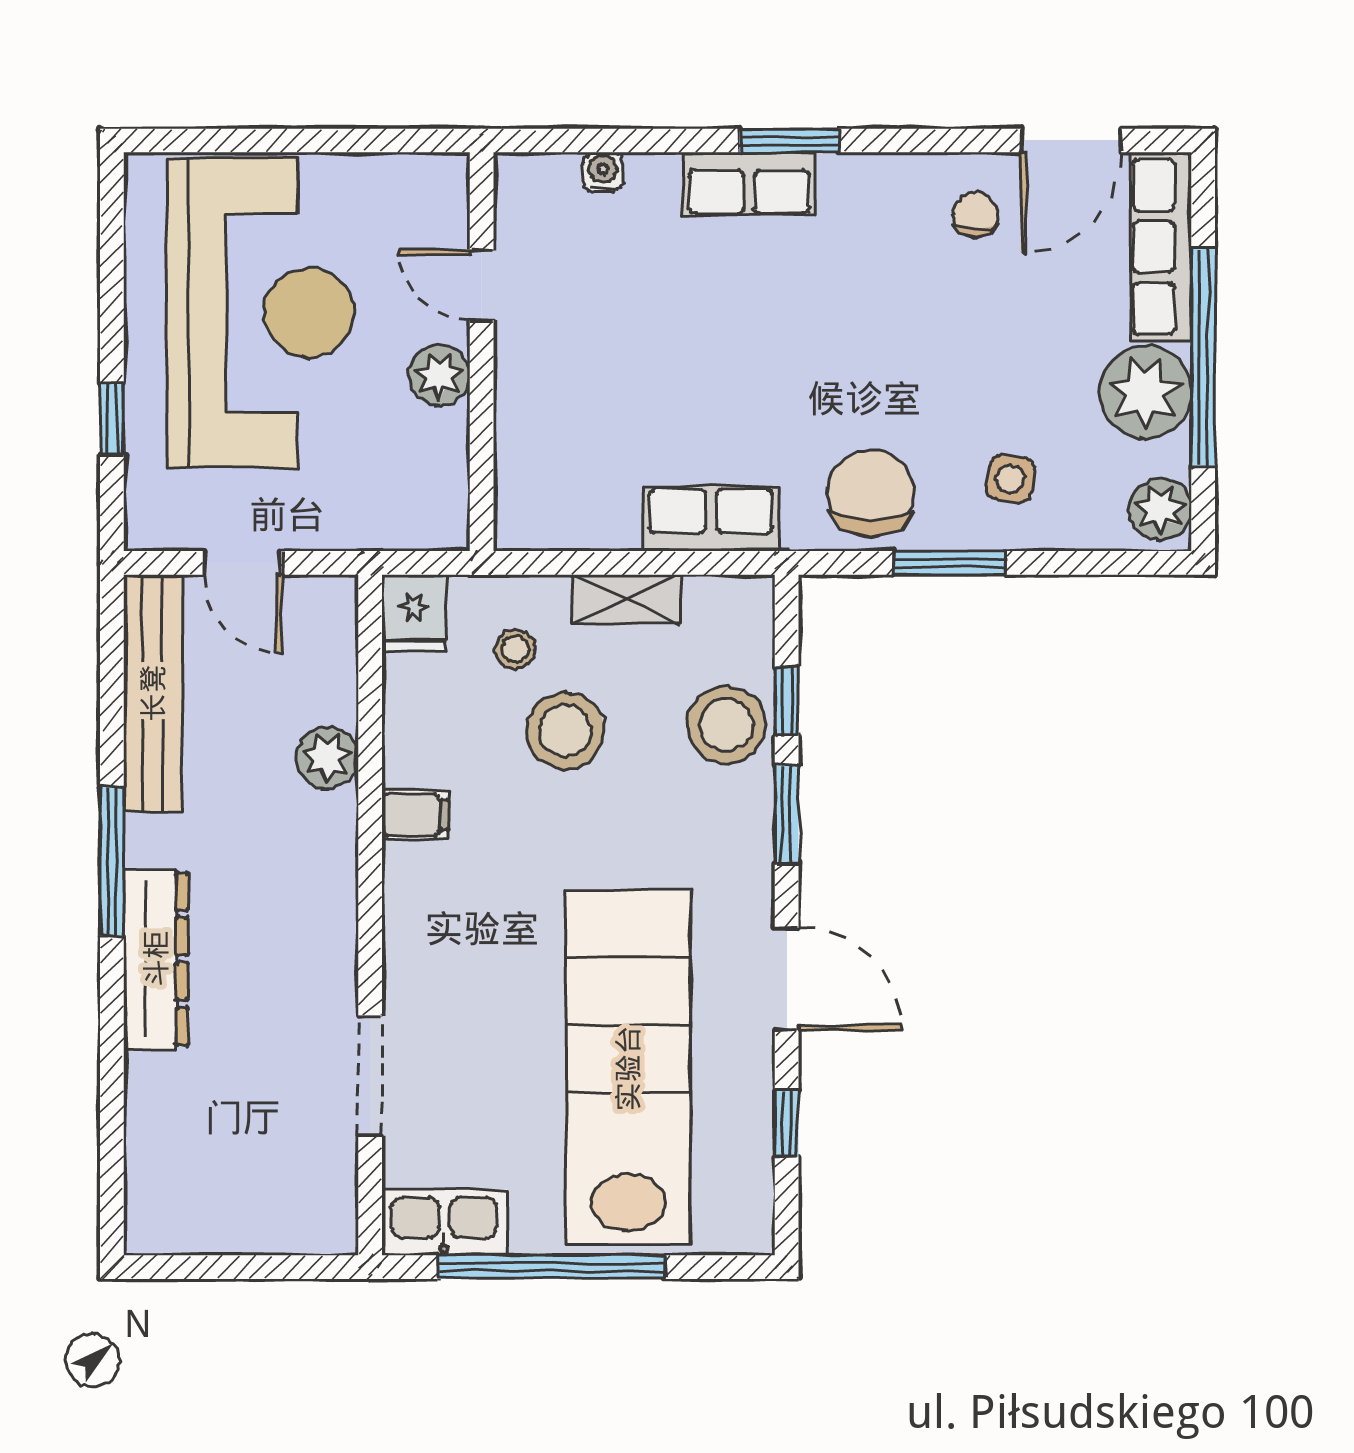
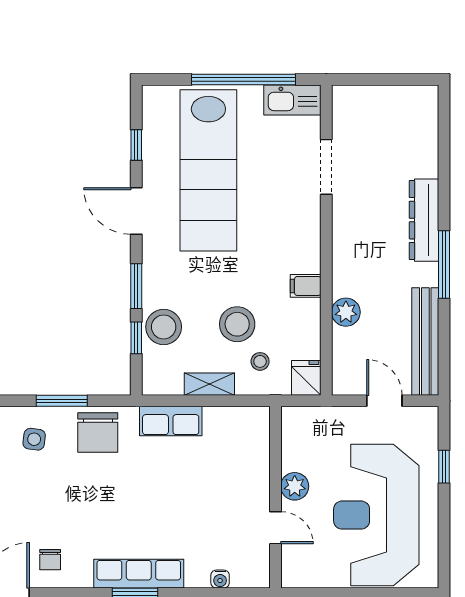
row of seats: (749, 184) -> (139, 574), width x1.48

